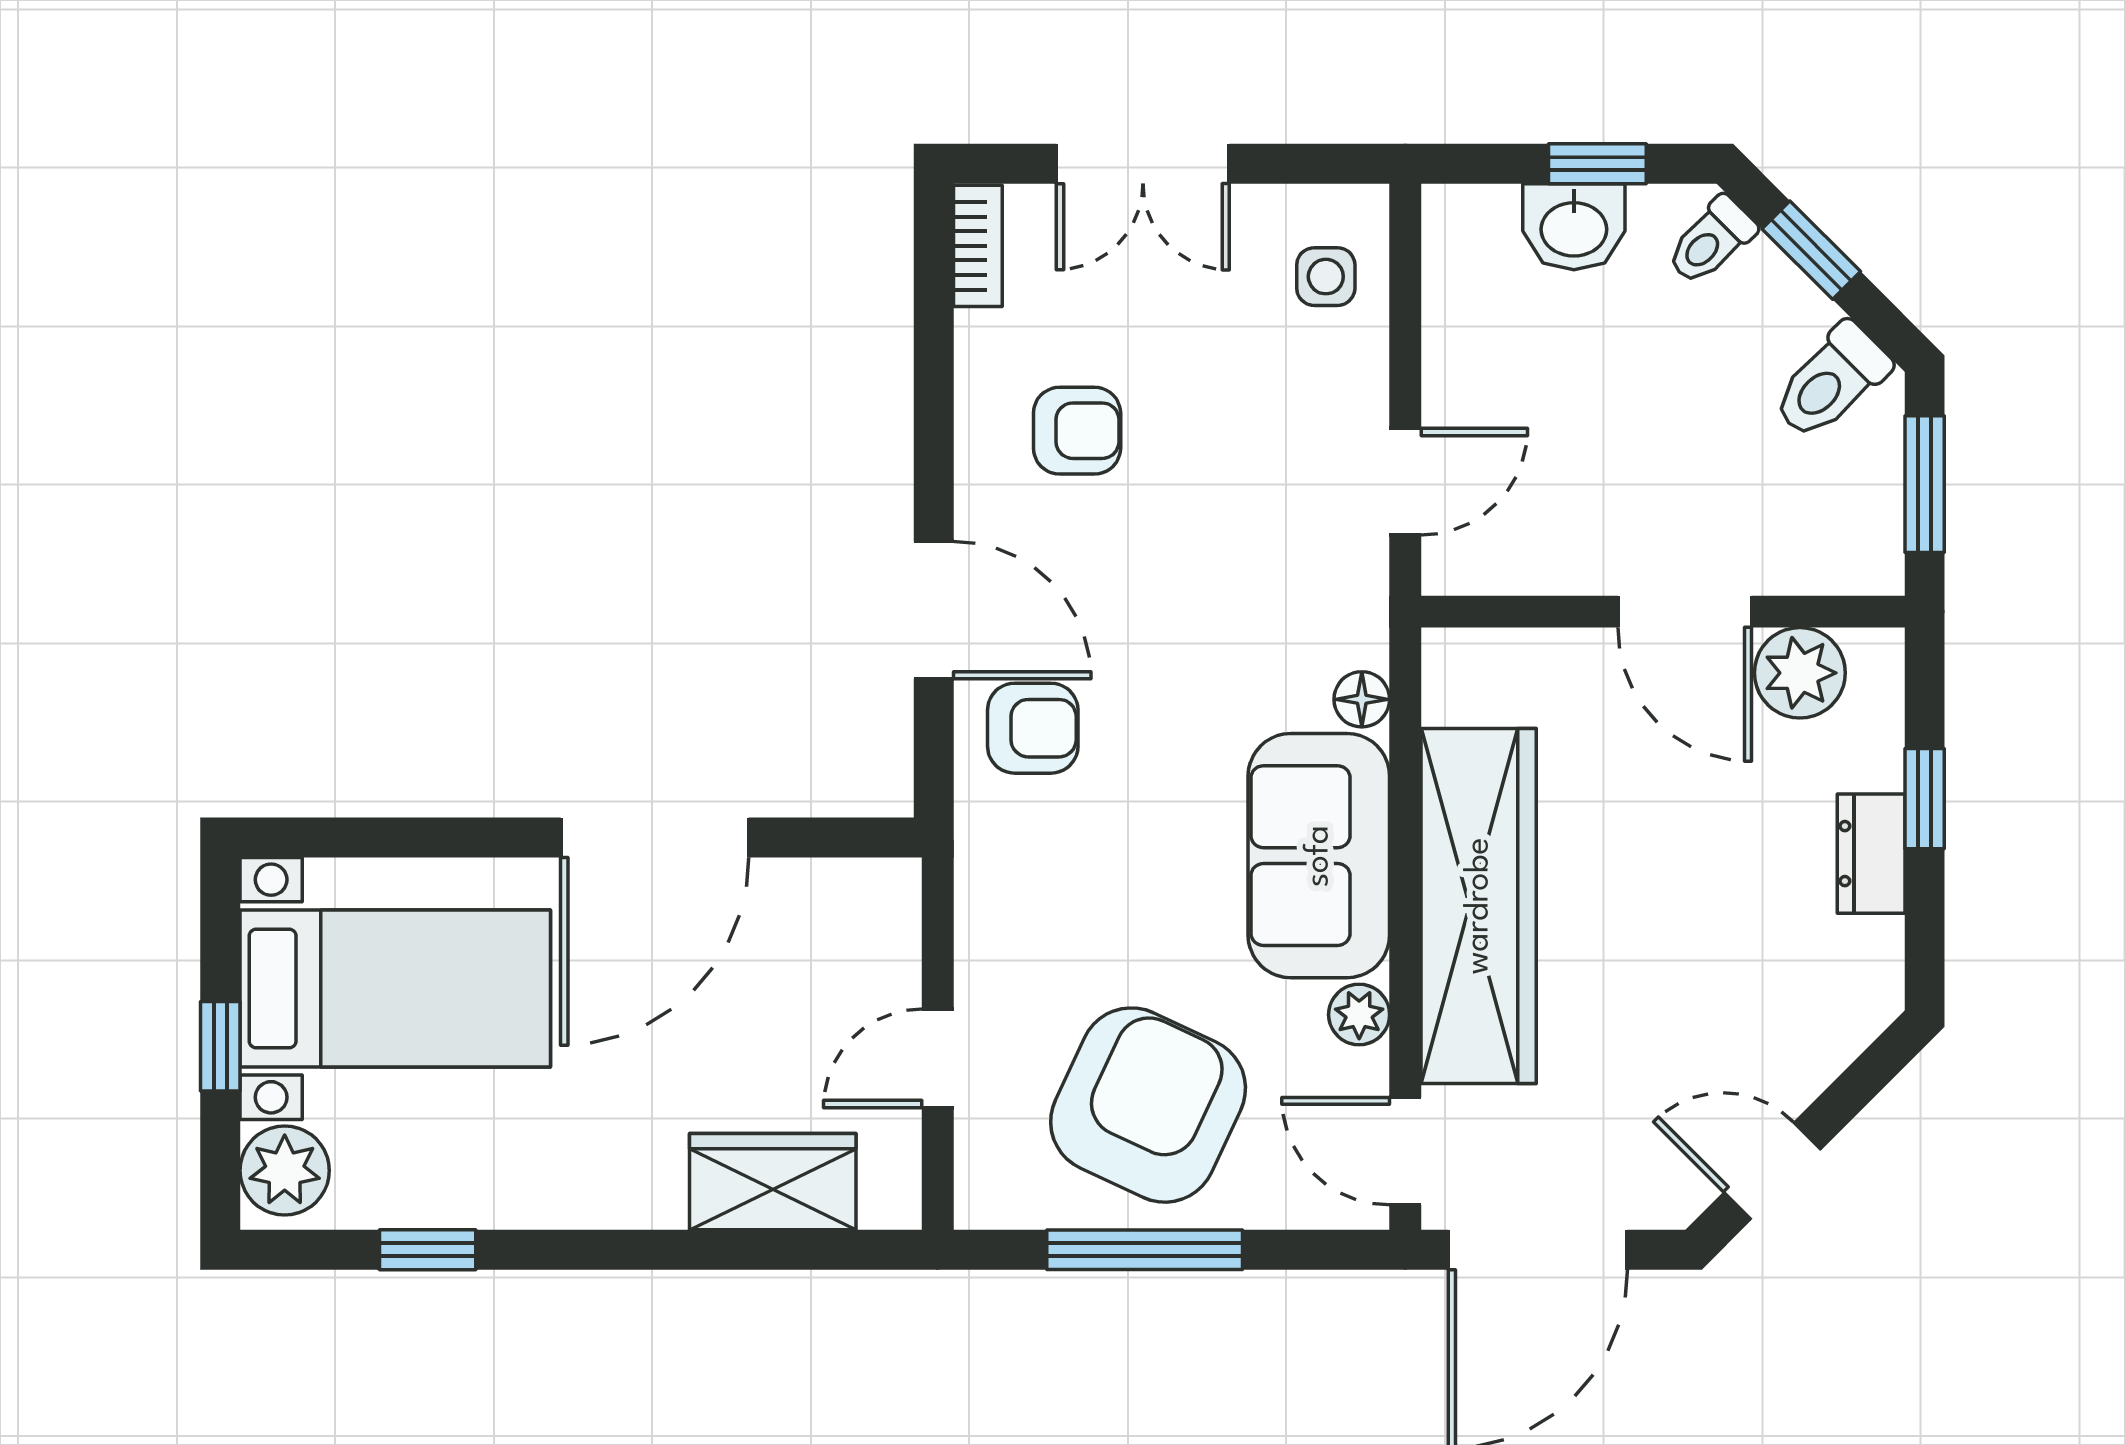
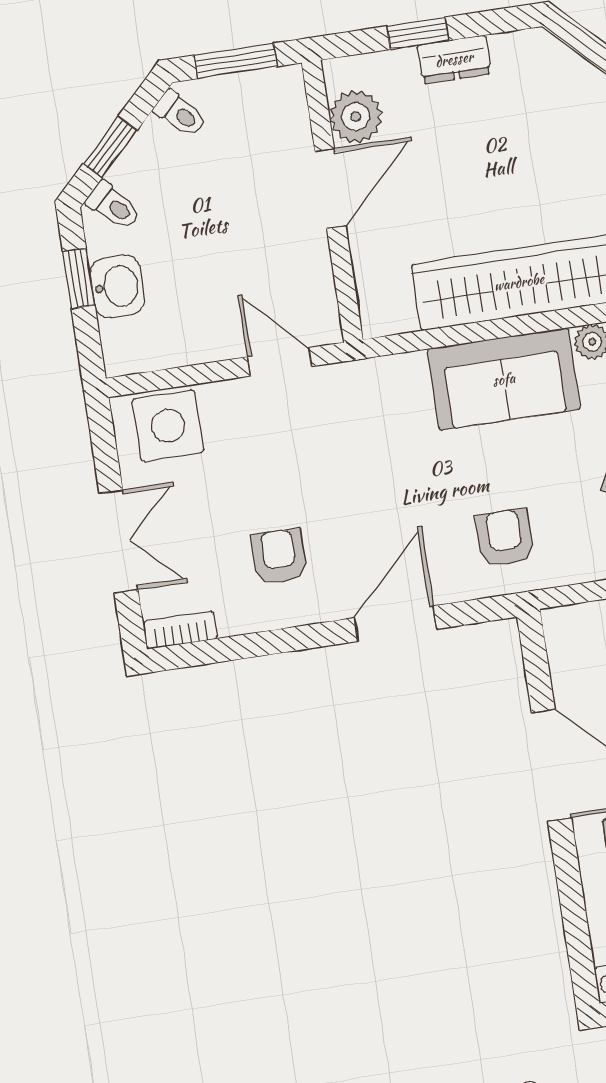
side table: (1326, 277) -> (168, 426), width x1.87, depth x1.87
toilet: (1831, 382) -> (180, 114), width x0.73, depth x0.72
floor lamp: (1362, 699) -> (410, 368), removed
armchair: (1033, 728) -> (505, 538), moved

